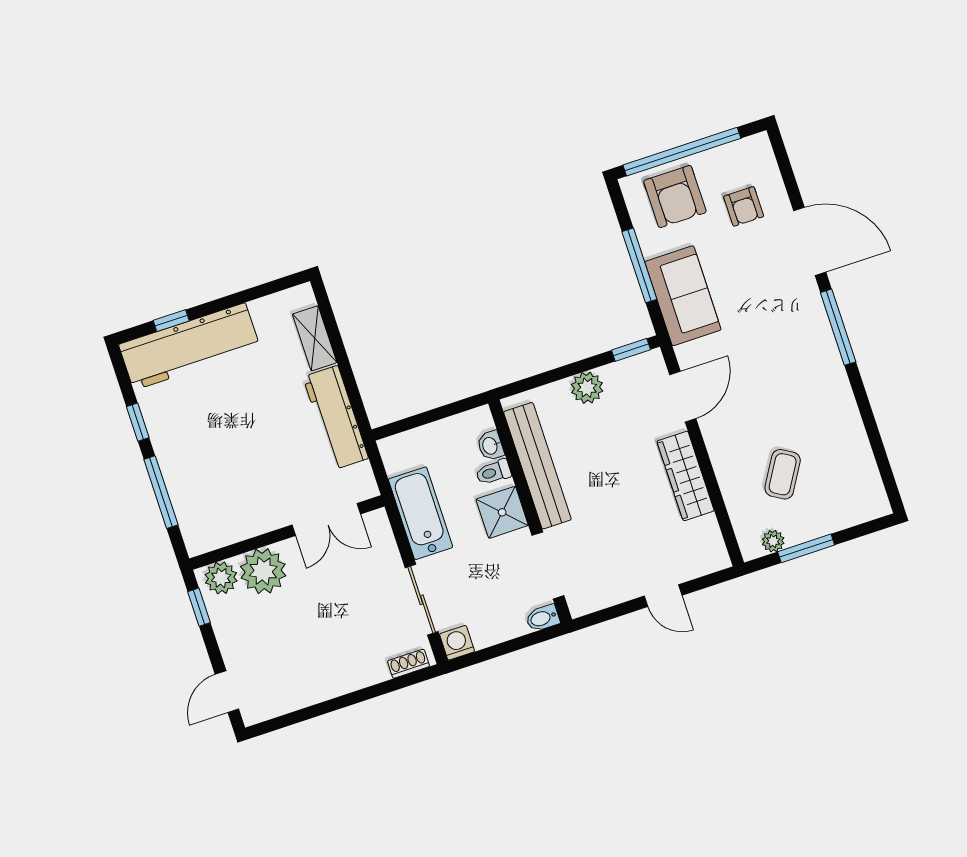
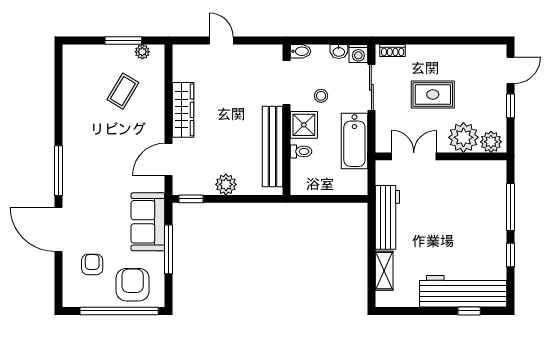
washbasin: (491, 446) -> (339, 51), moved, turned 90
stool: (491, 563) -> (321, 96), added
window: (199, 607) -> (510, 106), moved
rug: (329, 619) -> (433, 95), added

